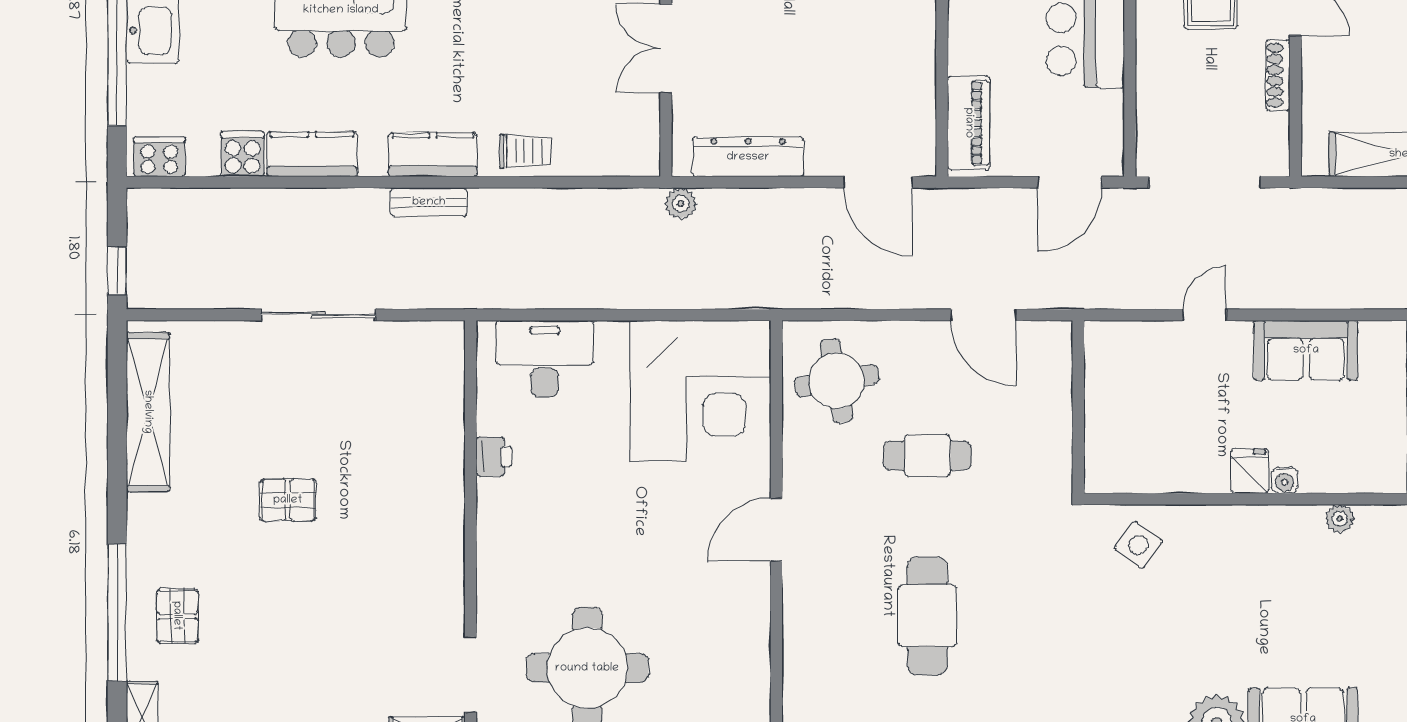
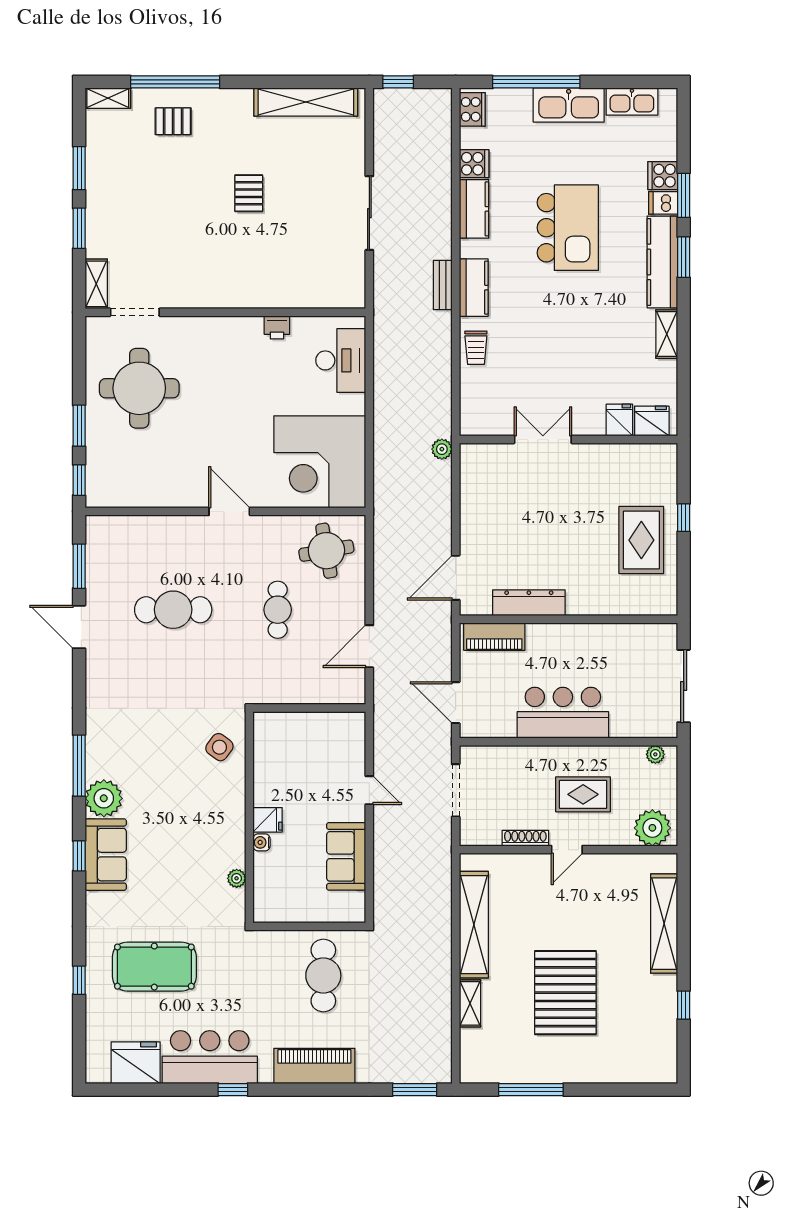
dresser: (748, 157) -> (529, 603), moved, turned -90
doorway: (1205, 182) -> (456, 790), width x0.73

